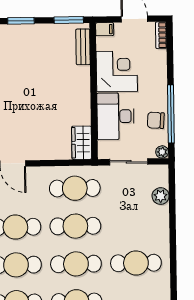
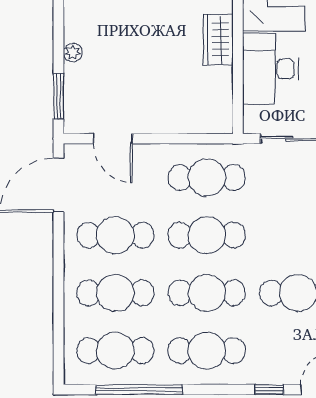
wardrobe: (82, 143) -> (218, 40), moved

